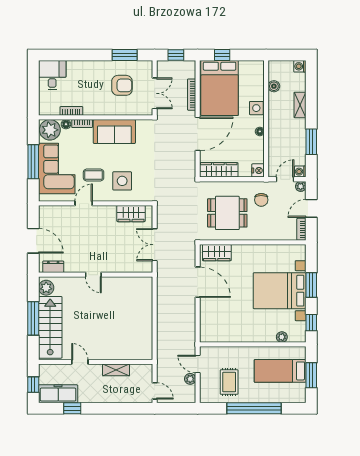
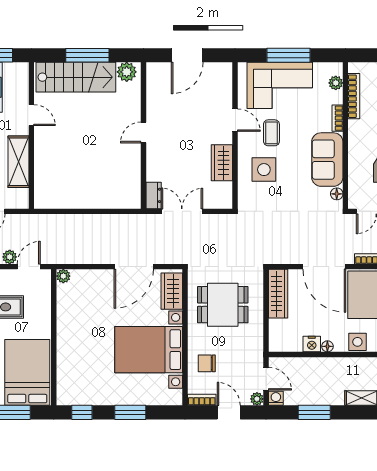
bookcase: (71, 111) -> (354, 96), width x1.56
floor lamp: (66, 124) -> (337, 194), moved
plant: (50, 130) -> (336, 83), width x0.53, depth x0.53
nightstand: (258, 170) -> (312, 344), moved
chair: (261, 200) -> (207, 363), moved
dining table: (227, 213) -> (223, 305), turned 90
wardrobe: (131, 214) -> (222, 163), moved
dresser: (53, 267) -> (154, 195), moved
bed with nightstands: (280, 291) -> (149, 350), moved, turned -90
plant: (282, 337) -> (63, 276), moved
door: (80, 362) -> (31, 115), hinge flipped
shelving: (116, 370) -> (19, 162), width x1.50, depth x1.33
bed: (280, 371) -> (27, 372), width x1.50

